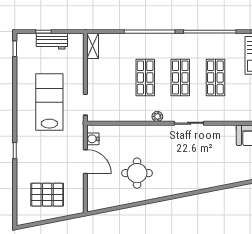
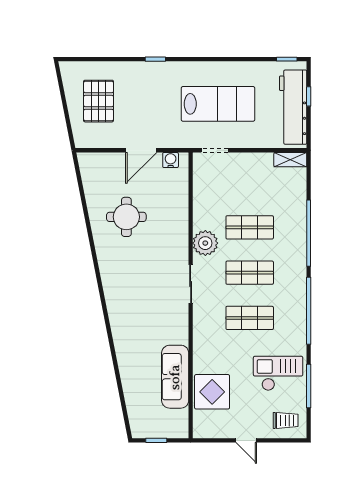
workbench: (52, 41) -> (293, 107), width x1.88, depth x1.32
plant: (157, 116) -> (205, 243), width x1.88, depth x1.88

